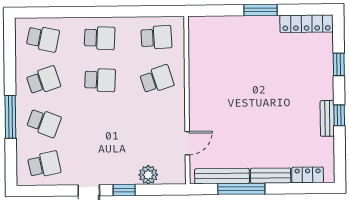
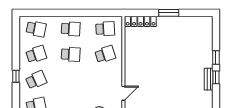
locker: (307, 24) -> (141, 21), moved
window: (339, 64) -> (216, 58), moved
window: (10, 117) -> (16, 76), width x0.46
school desk: (44, 123) -> (36, 80), turned -45

